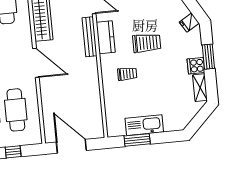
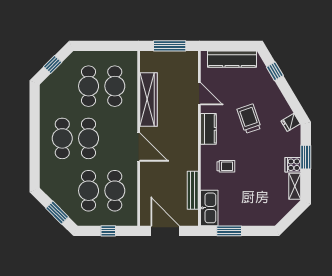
bench: (89, 37) -> (193, 190), moved
trolley: (147, 43) -> (249, 119), moved, turned -109
kitchen sink: (144, 125) -> (209, 208), moved, turned 90

